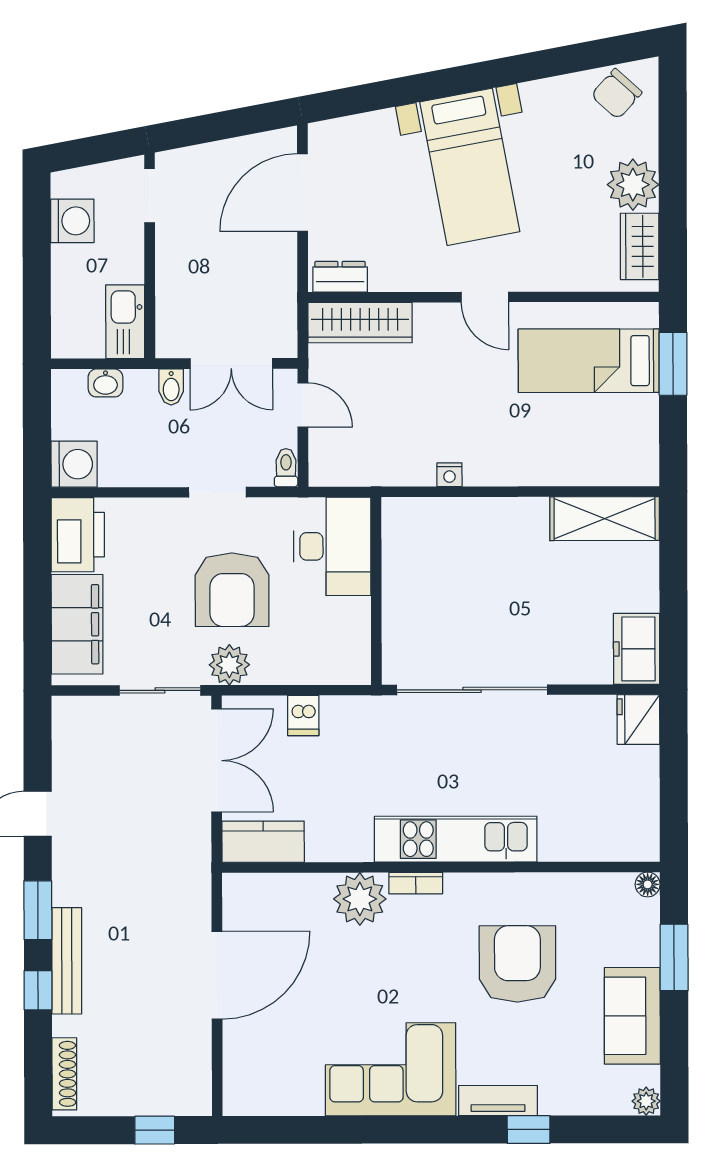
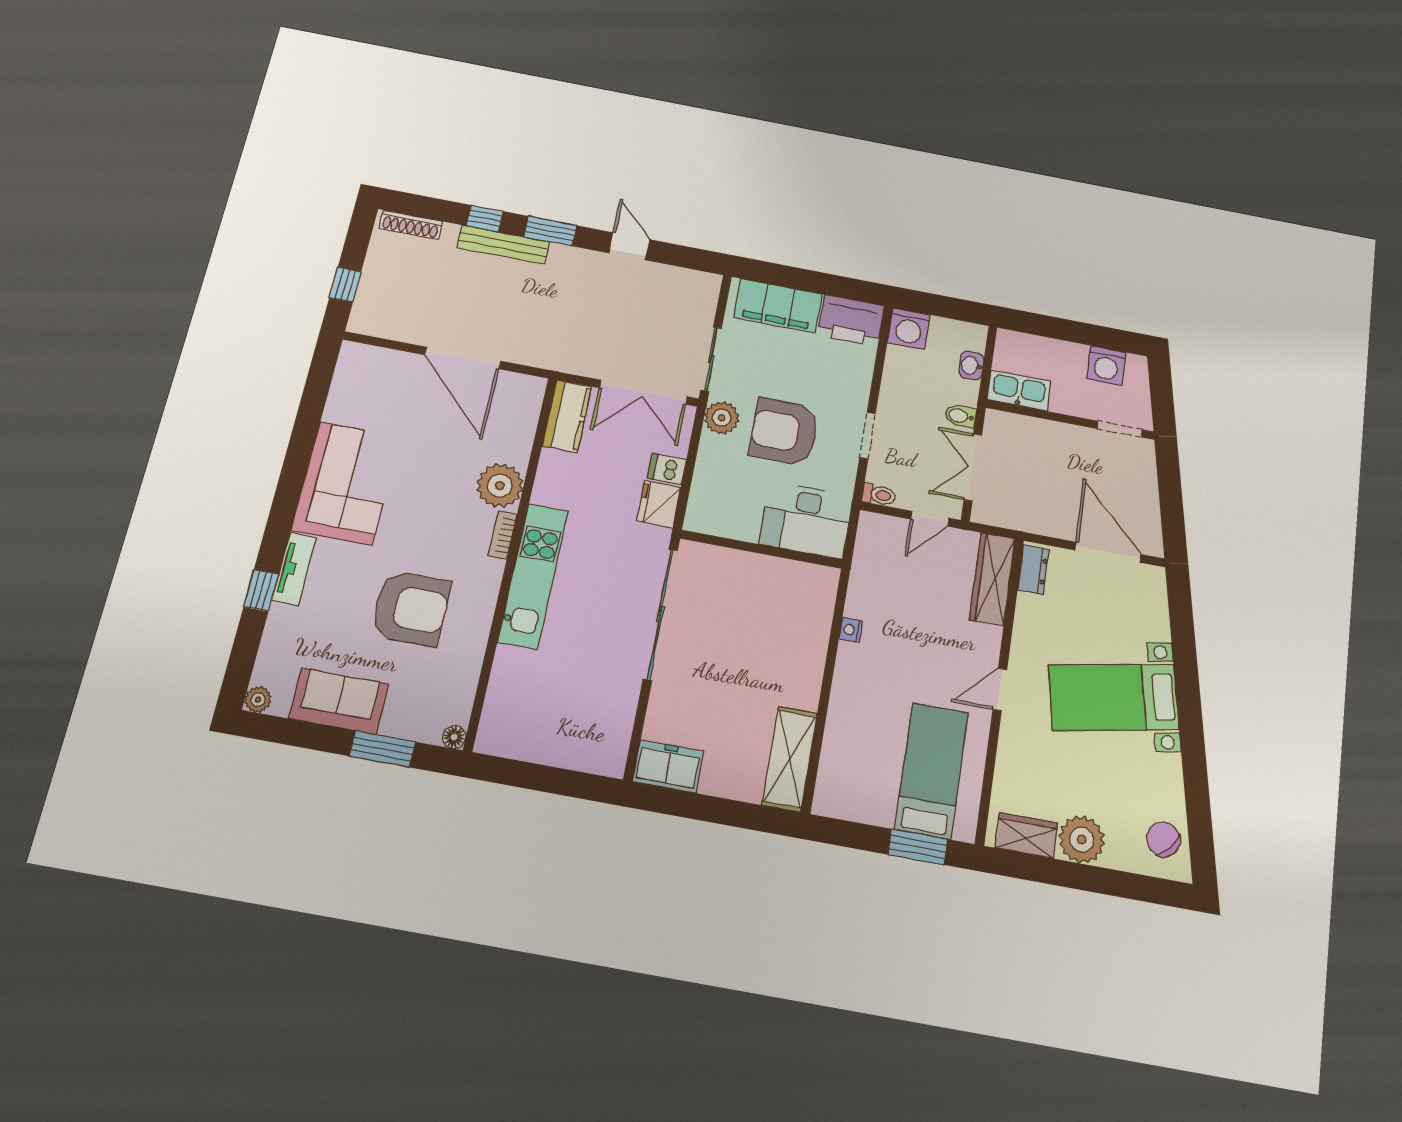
fridge: (638, 720) -> (659, 504), moved, turned -90

